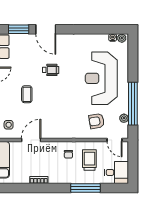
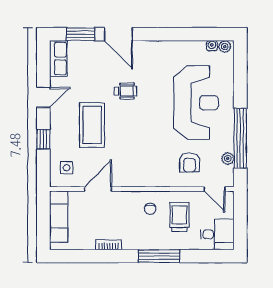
reception desk: (101, 78) -> (196, 103), turned 180
coffee table: (27, 94) -> (92, 125), width x1.86, depth x1.72
armchair: (97, 121) -> (189, 162), turned -80
window: (85, 188) -> (159, 256), moved

